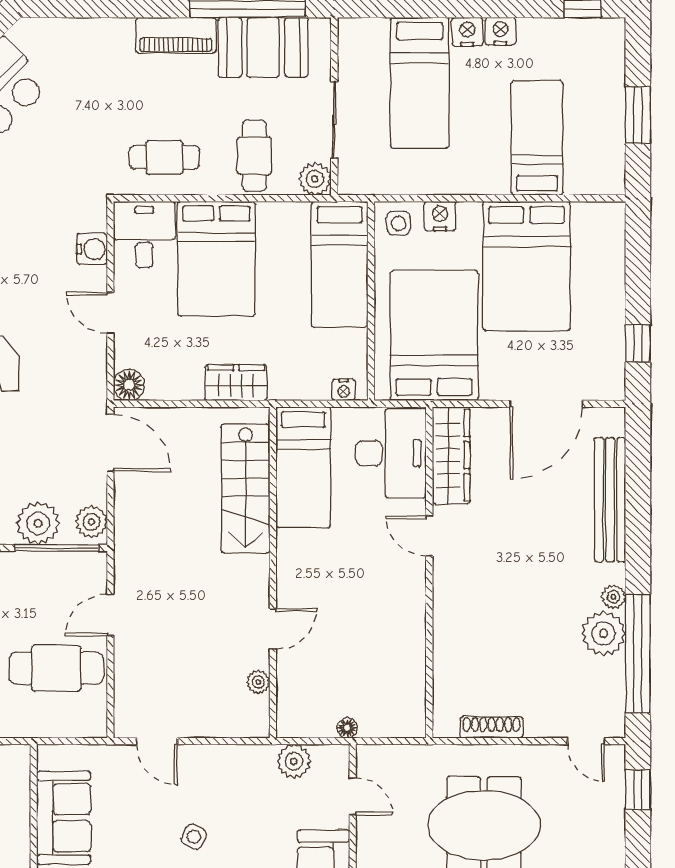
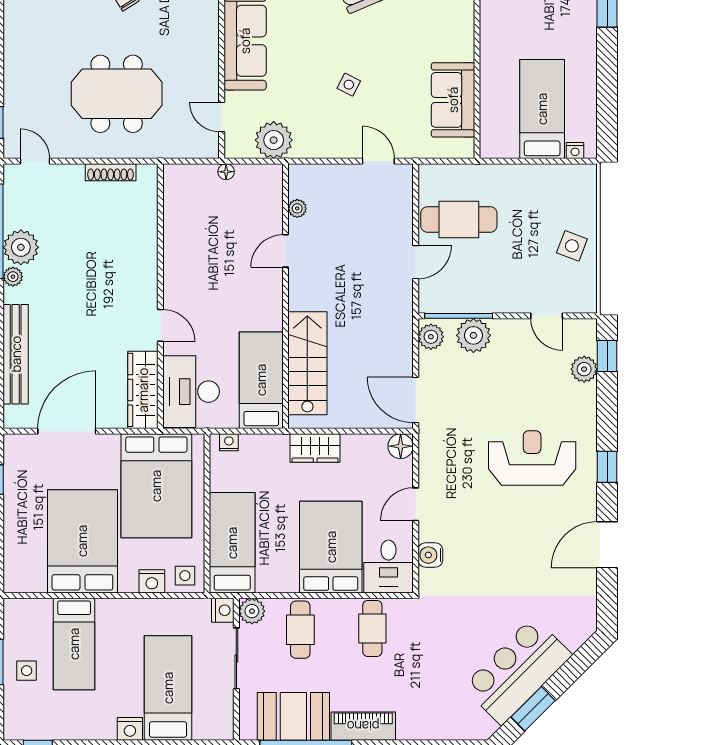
nightstand: (500, 31) -> (223, 610), moved, turned -90
side table: (596, 105) -> (27, 671), added
cafe table: (164, 157) -> (372, 628), turned 90
door: (110, 313) -> (416, 504), swing flipped
plant: (294, 761) -> (274, 140), width x1.36, depth x1.36

